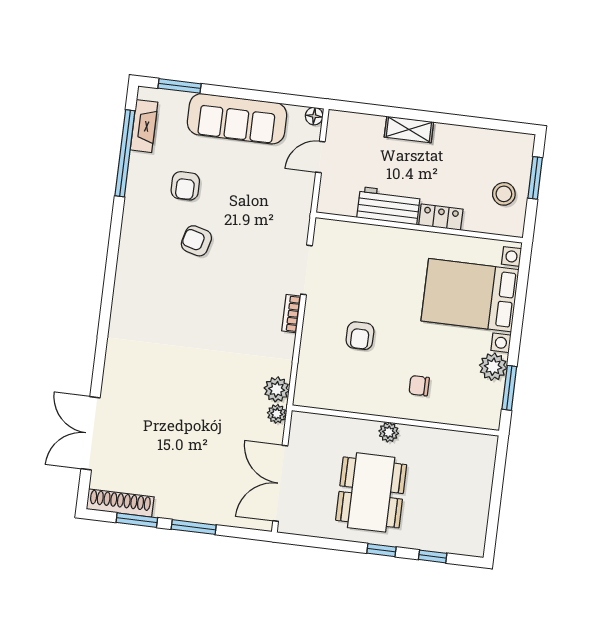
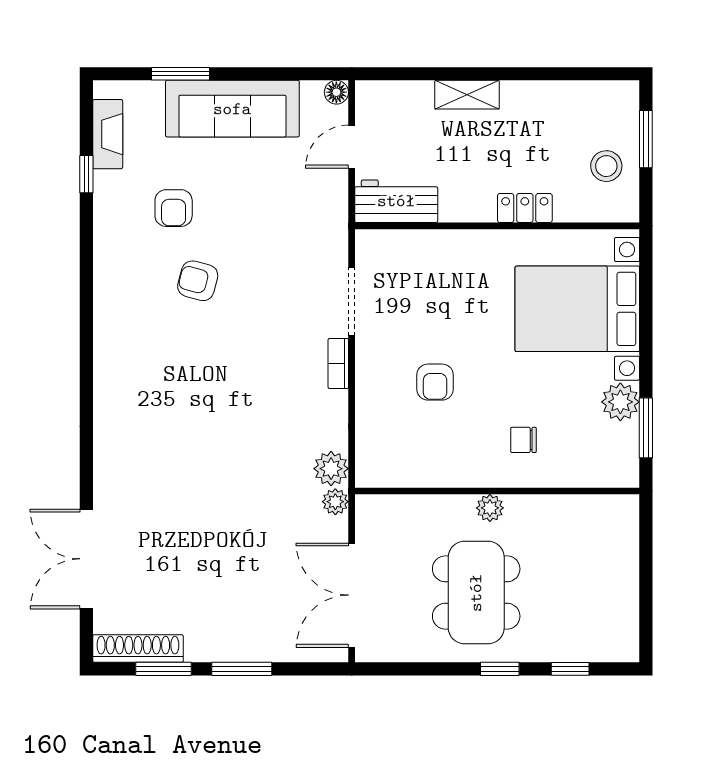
window: (180, 86) -> (181, 74), moved
window: (125, 153) -> (86, 174), width x0.32
workbench: (389, 206) -> (396, 201), moved

